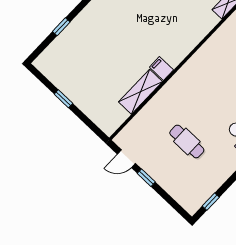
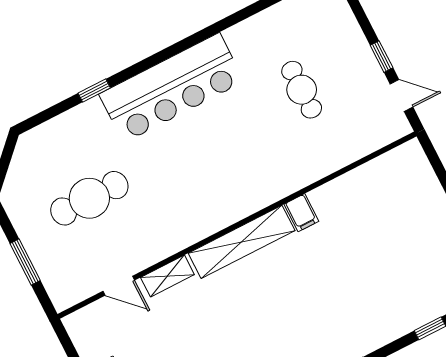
shelving: (141, 92) -> (242, 242), moved, width x1.47

